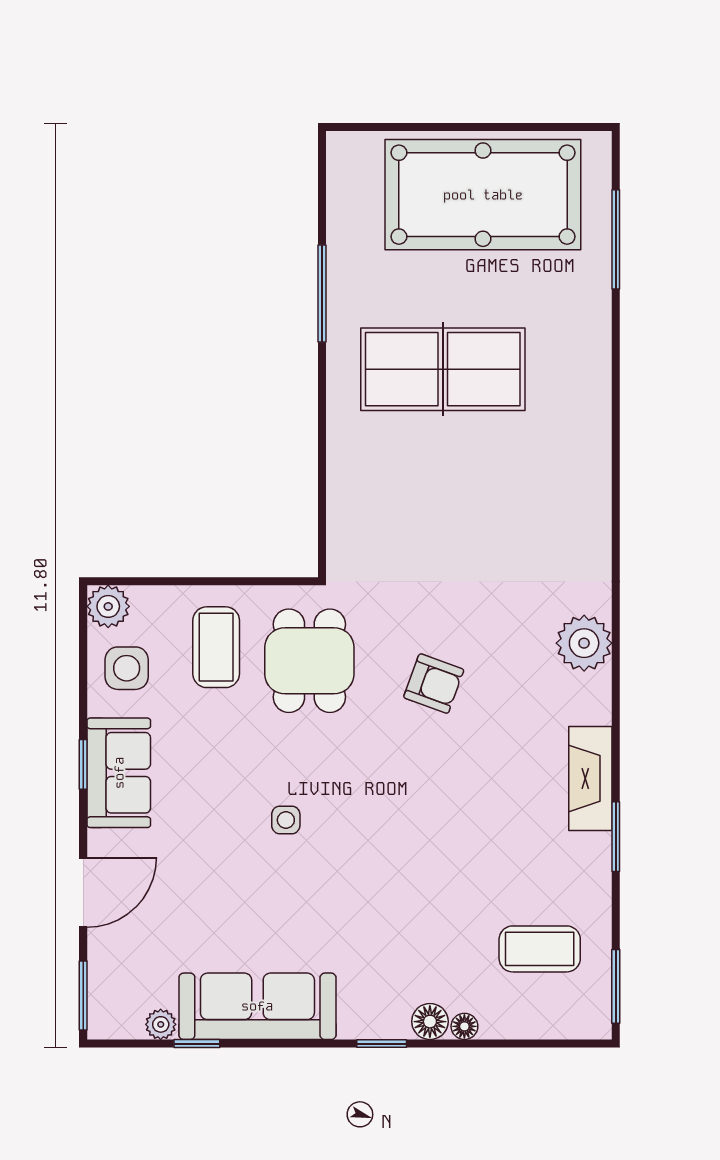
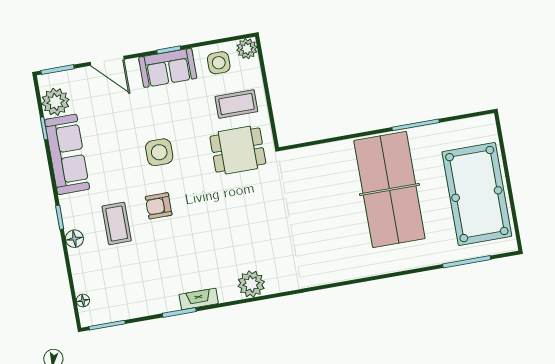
table tennis table: (443, 369) -> (389, 189), width x1.36, depth x1.32
plant: (584, 643) -> (251, 284), moved
armchair: (434, 684) -> (159, 206), moved, turned 70
fireplace: (590, 778) -> (199, 299), width x0.73, depth x0.76
side table: (286, 820) -> (159, 152), width x1.87, depth x1.87
coffee table: (540, 949) -> (117, 223), moved
plant: (161, 1024) -> (55, 102), width x1.88, depth x1.88
floor lamp: (464, 1026) -> (83, 300), moved

